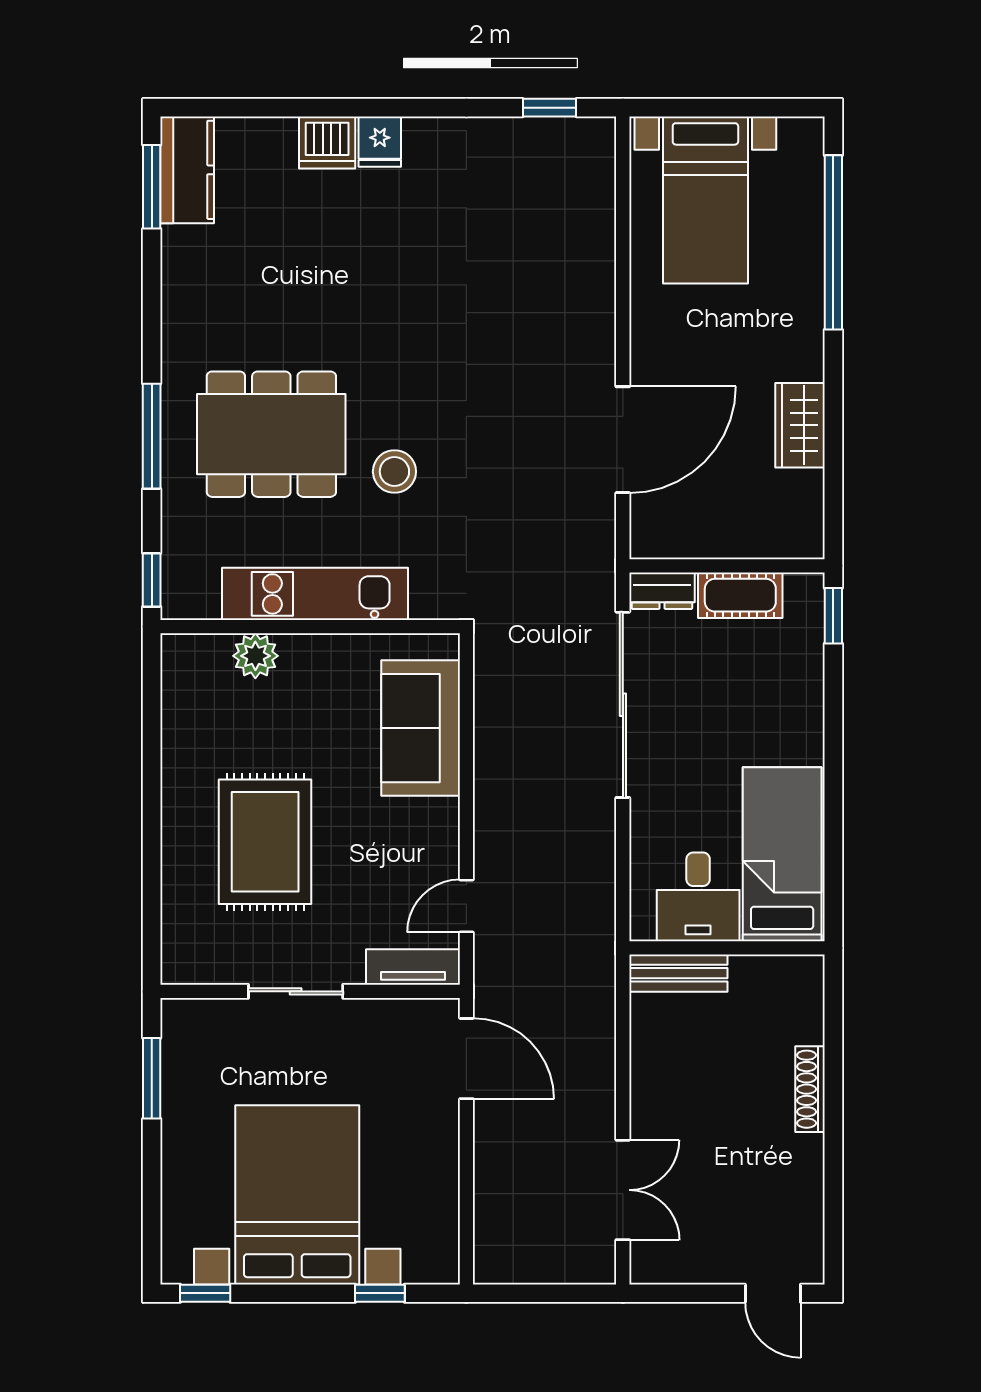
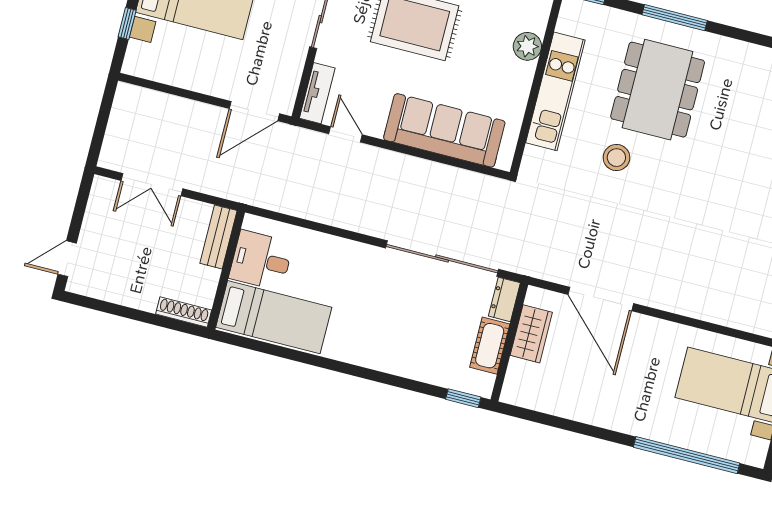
wardrobe: (800, 425) -> (531, 334), moved, turned 90
sofa: (421, 728) -> (444, 130), width x1.36
bed: (782, 854) -> (274, 317), moved
desk: (698, 897) -> (261, 260), moved
wall: (727, 948) -> (226, 270), moved
bench: (678, 973) -> (218, 237), moved

